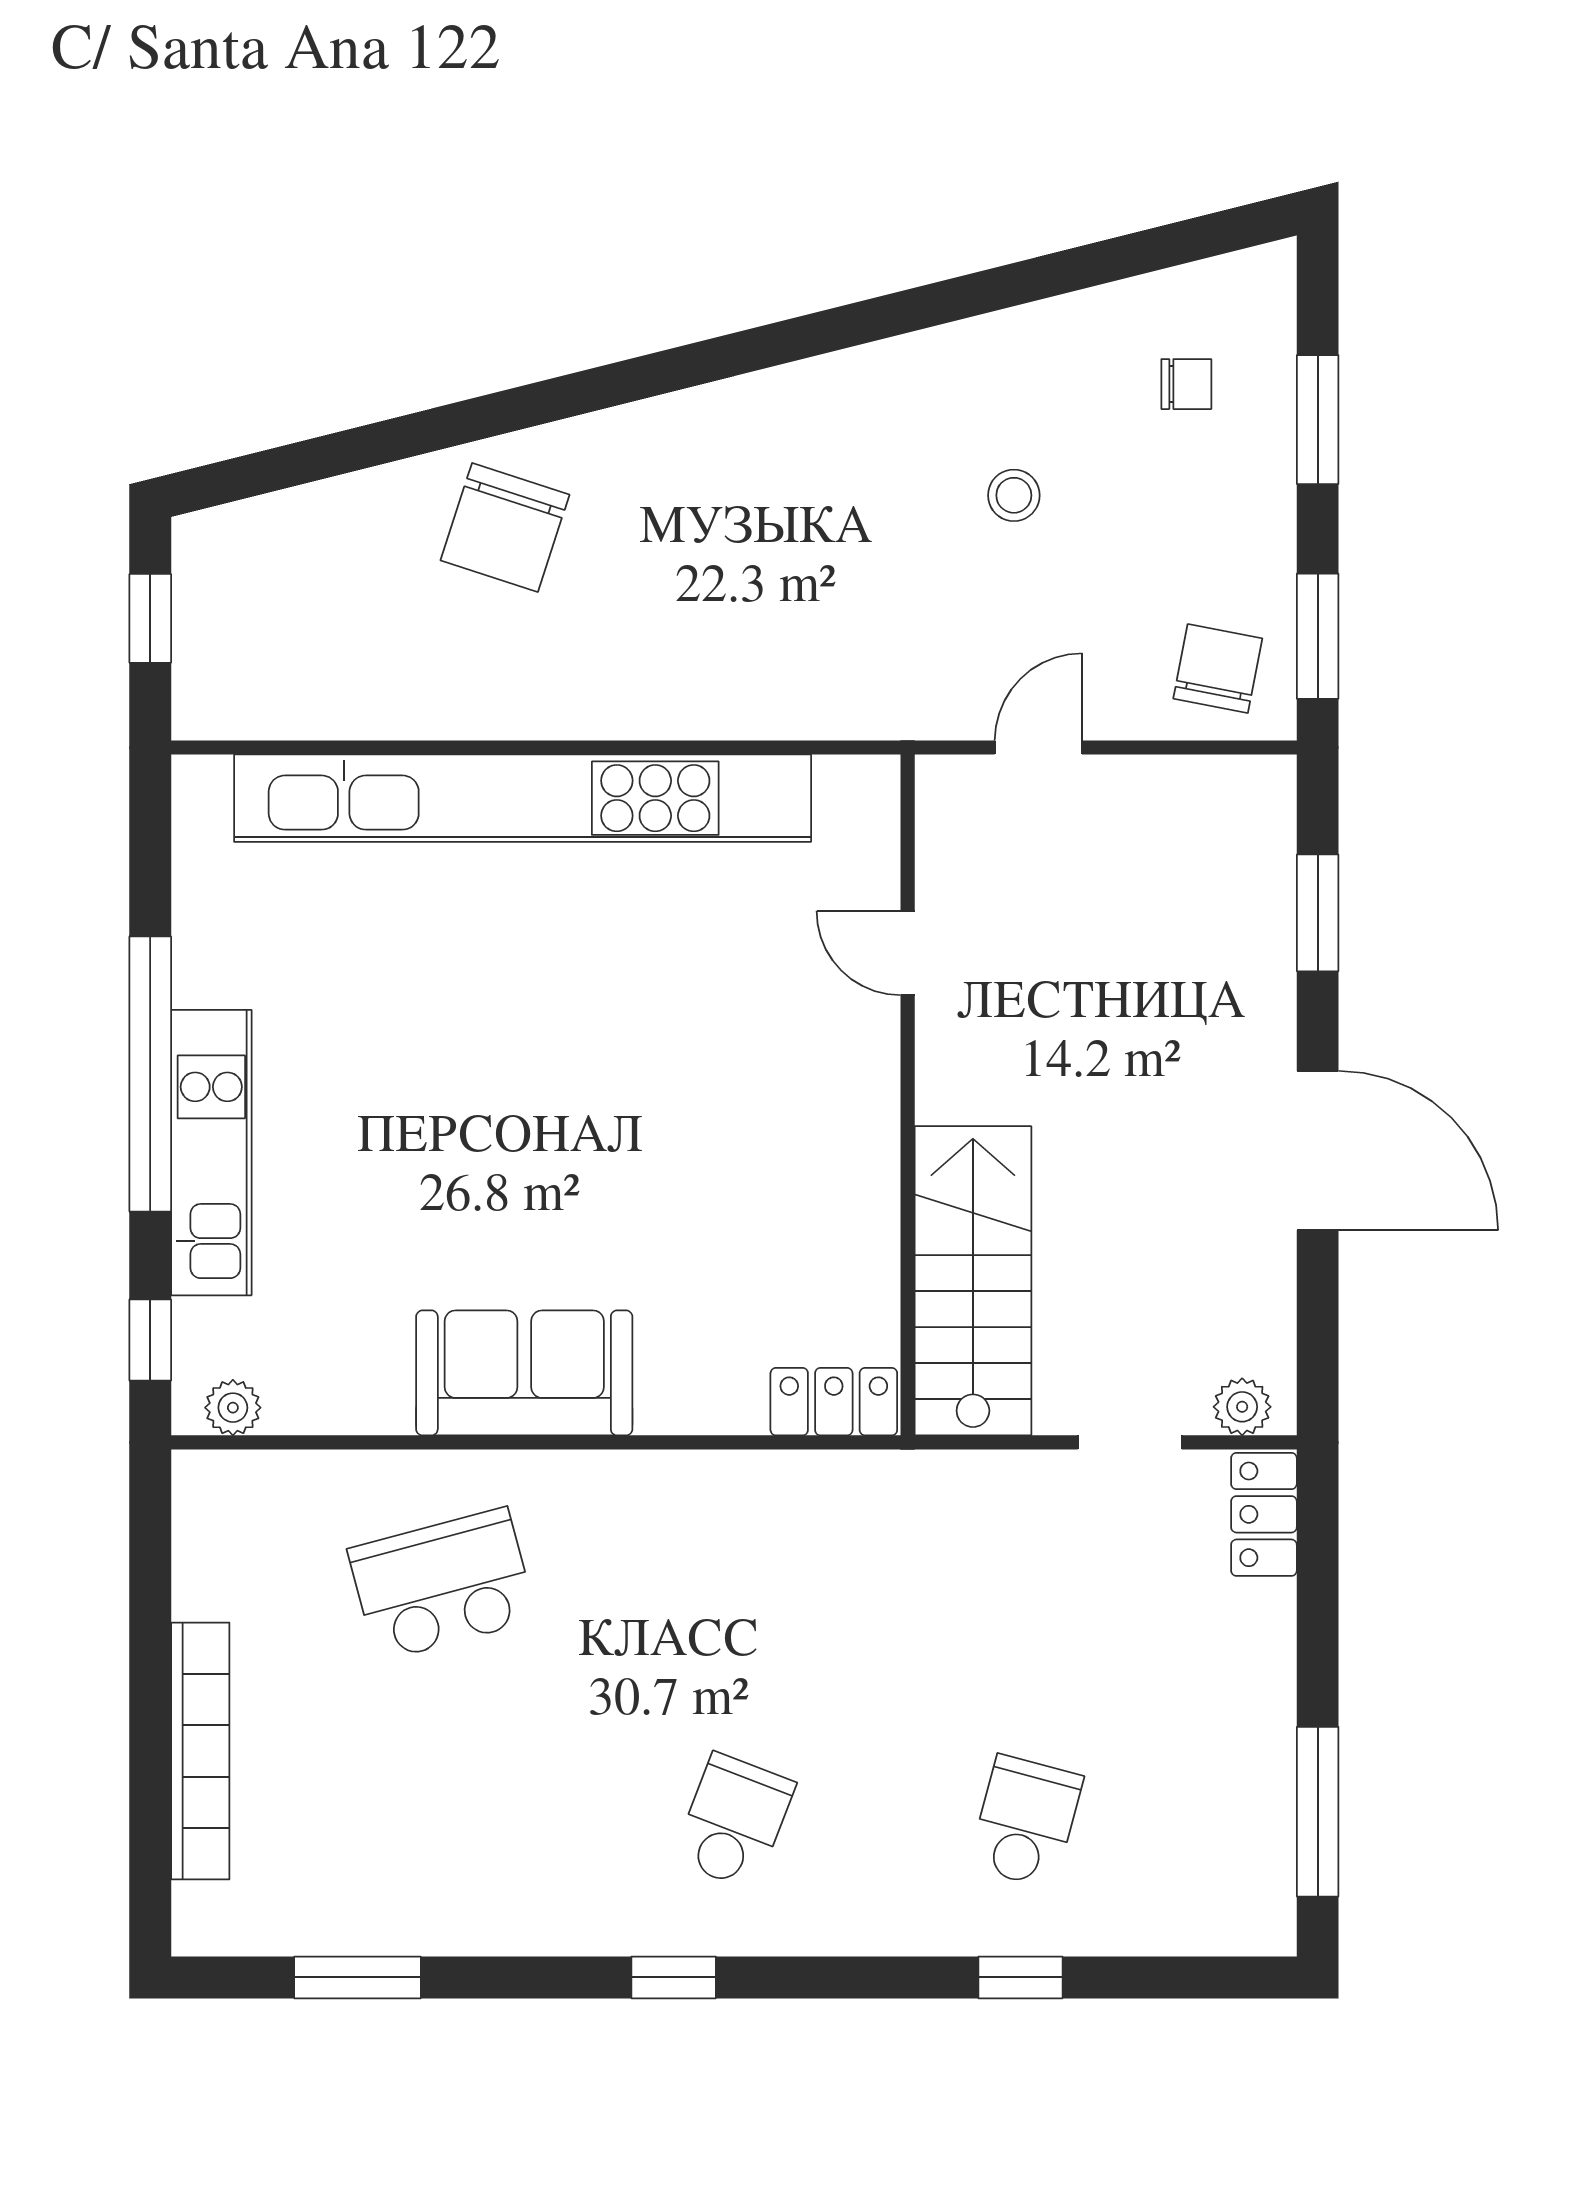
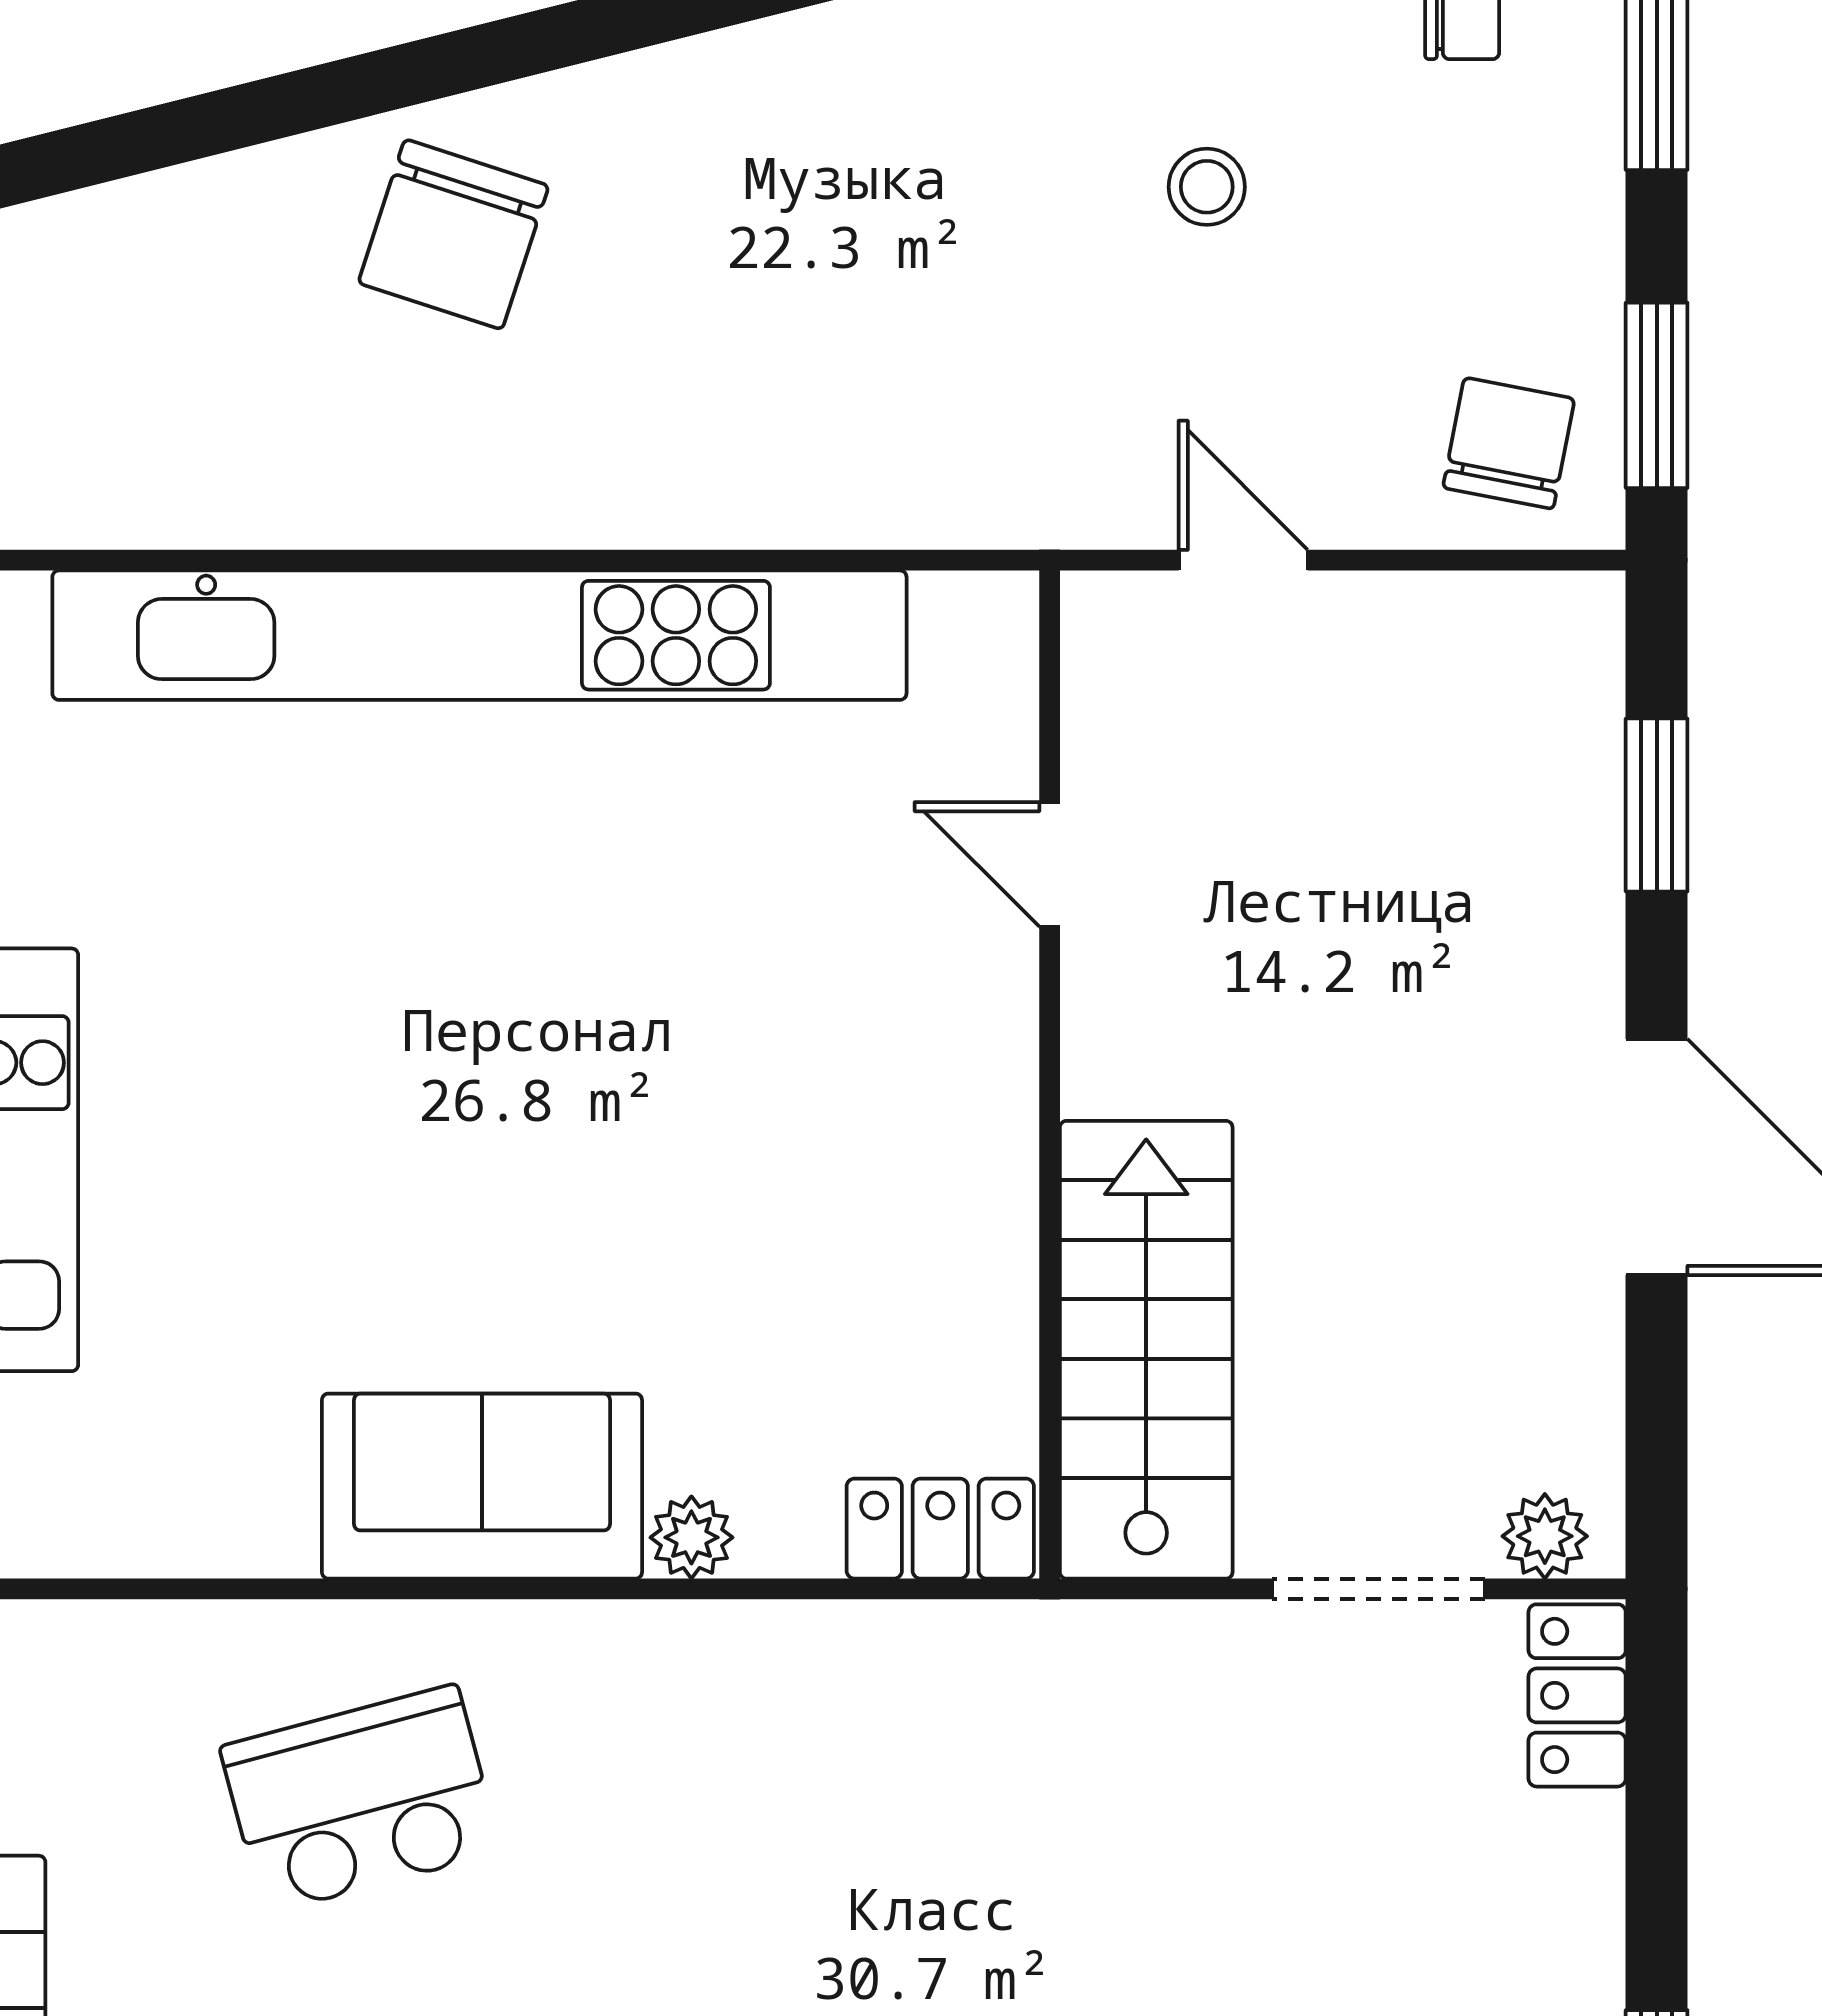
door: (1038, 748) -> (1243, 560), hinge flipped
plant: (233, 1408) -> (691, 1537), moved
doorway: (1130, 1442) -> (1379, 1589), width x1.38

